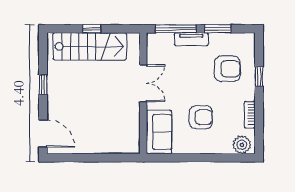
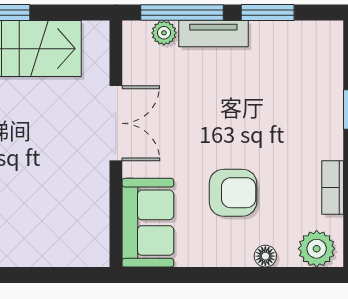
plant: (167, 39) -> (164, 33), added
armchair: (227, 69) -> (287, 94), removed
floor lamp: (217, 148) -> (265, 256), added

